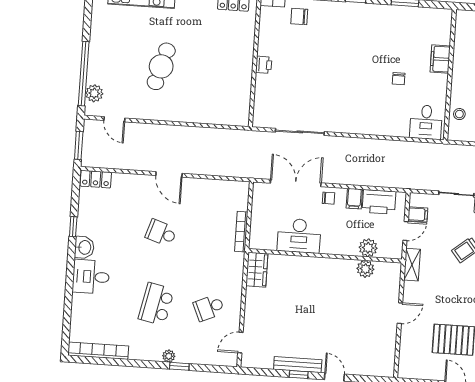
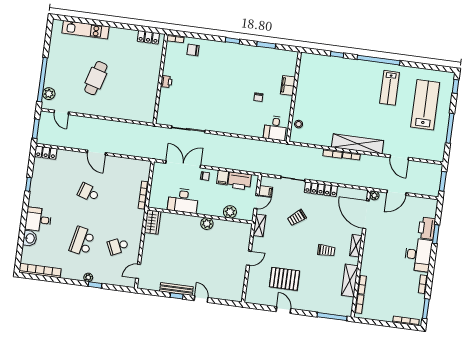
washbasin: (84, 247) -> (30, 238), moved
plant: (365, 269) -> (207, 224), moved

